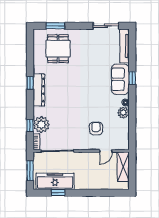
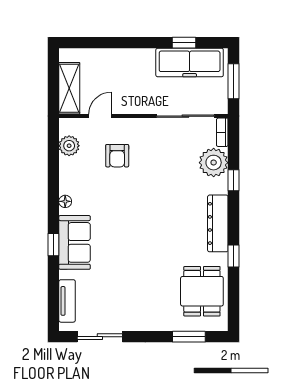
tv unit: (124, 46) -> (67, 301), width x0.71
dining table: (58, 49) -> (202, 291), moved
window: (30, 83) -> (234, 256), moved
plant: (123, 113) -> (69, 146), moved
window: (30, 125) -> (234, 180), moved

